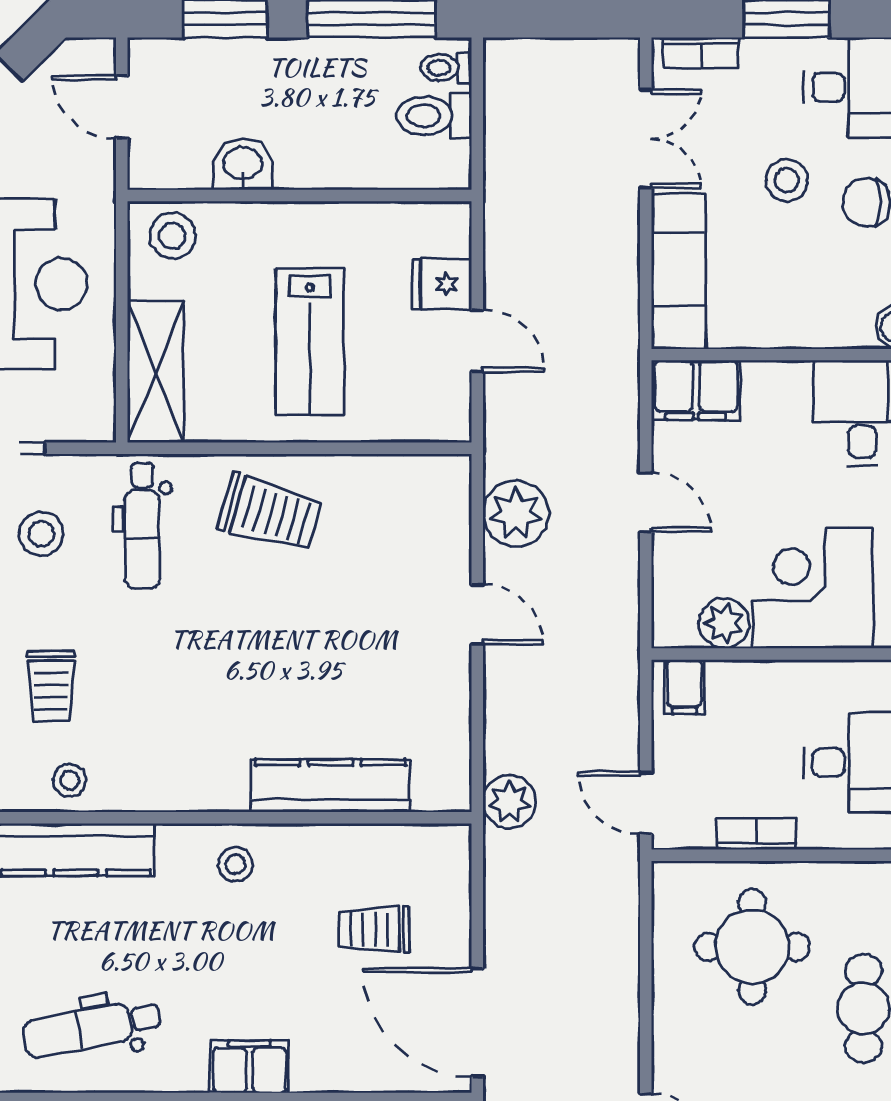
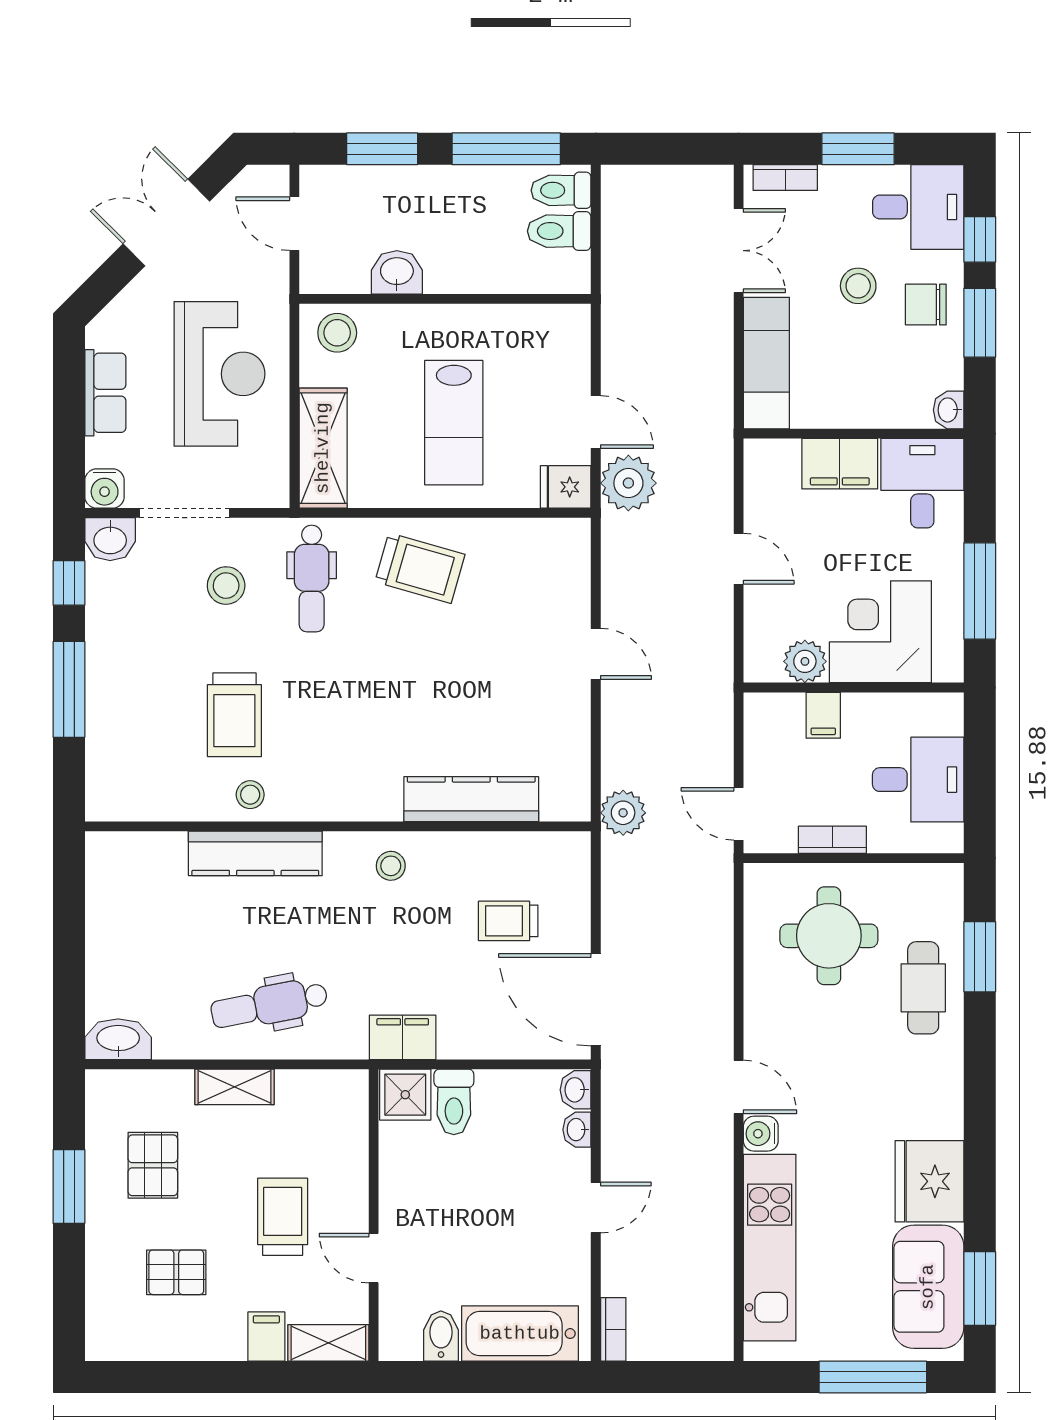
toilet: (446, 68) -> (561, 190), width x1.37, depth x1.39
fridge: (442, 284) -> (566, 487), moved
filing cabinet: (696, 390) -> (840, 464), moved
plant: (516, 514) -> (628, 483), moved
trolley: (51, 686) -> (234, 715), width x1.36, depth x1.39
filing cabinet: (684, 687) -> (823, 715), moved

